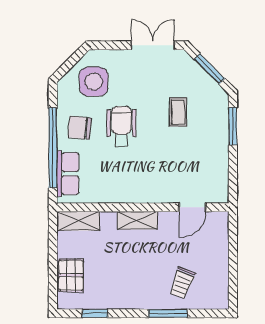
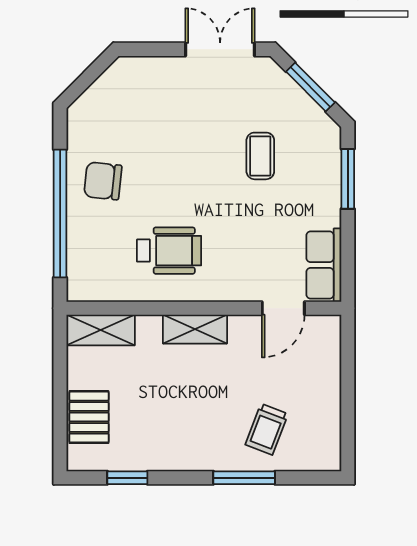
side table: (94, 82) -> (125, 107), removed
wheelchair: (121, 126) -> (169, 251), moved, turned 90
row of seats: (68, 174) -> (324, 265), moved, turned 180

